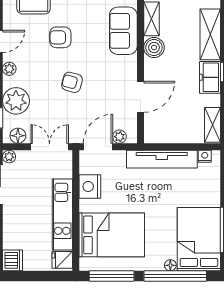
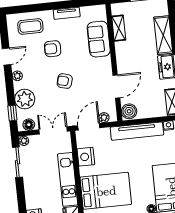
boiler: (154, 47) -> (129, 111), moved

